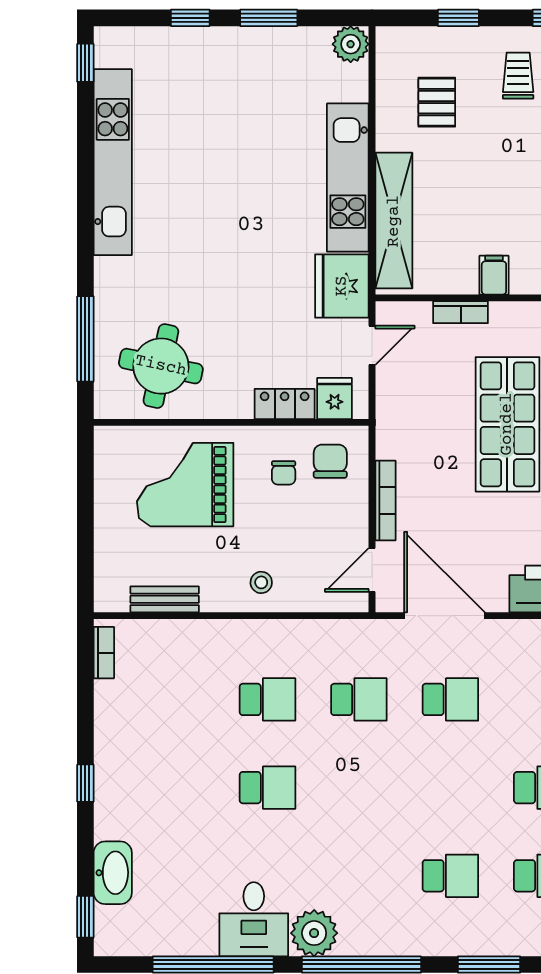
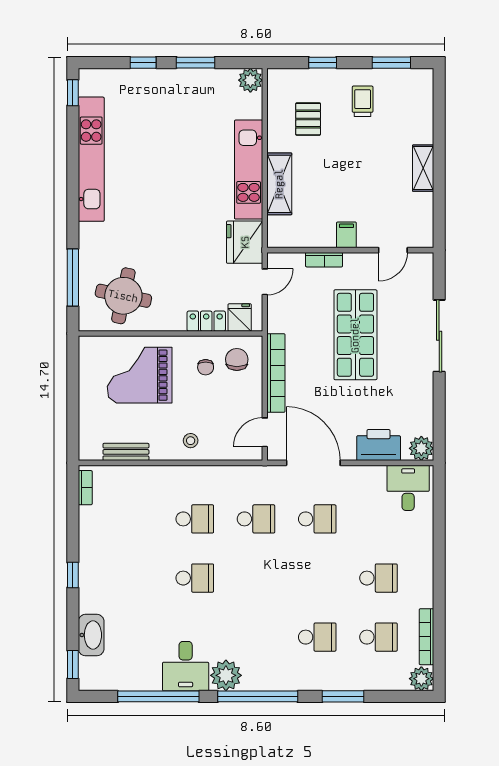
shelving: (394, 221) -> (279, 184), width x0.68
bookcase: (385, 501) -> (276, 373), width x1.48, depth x1.31

